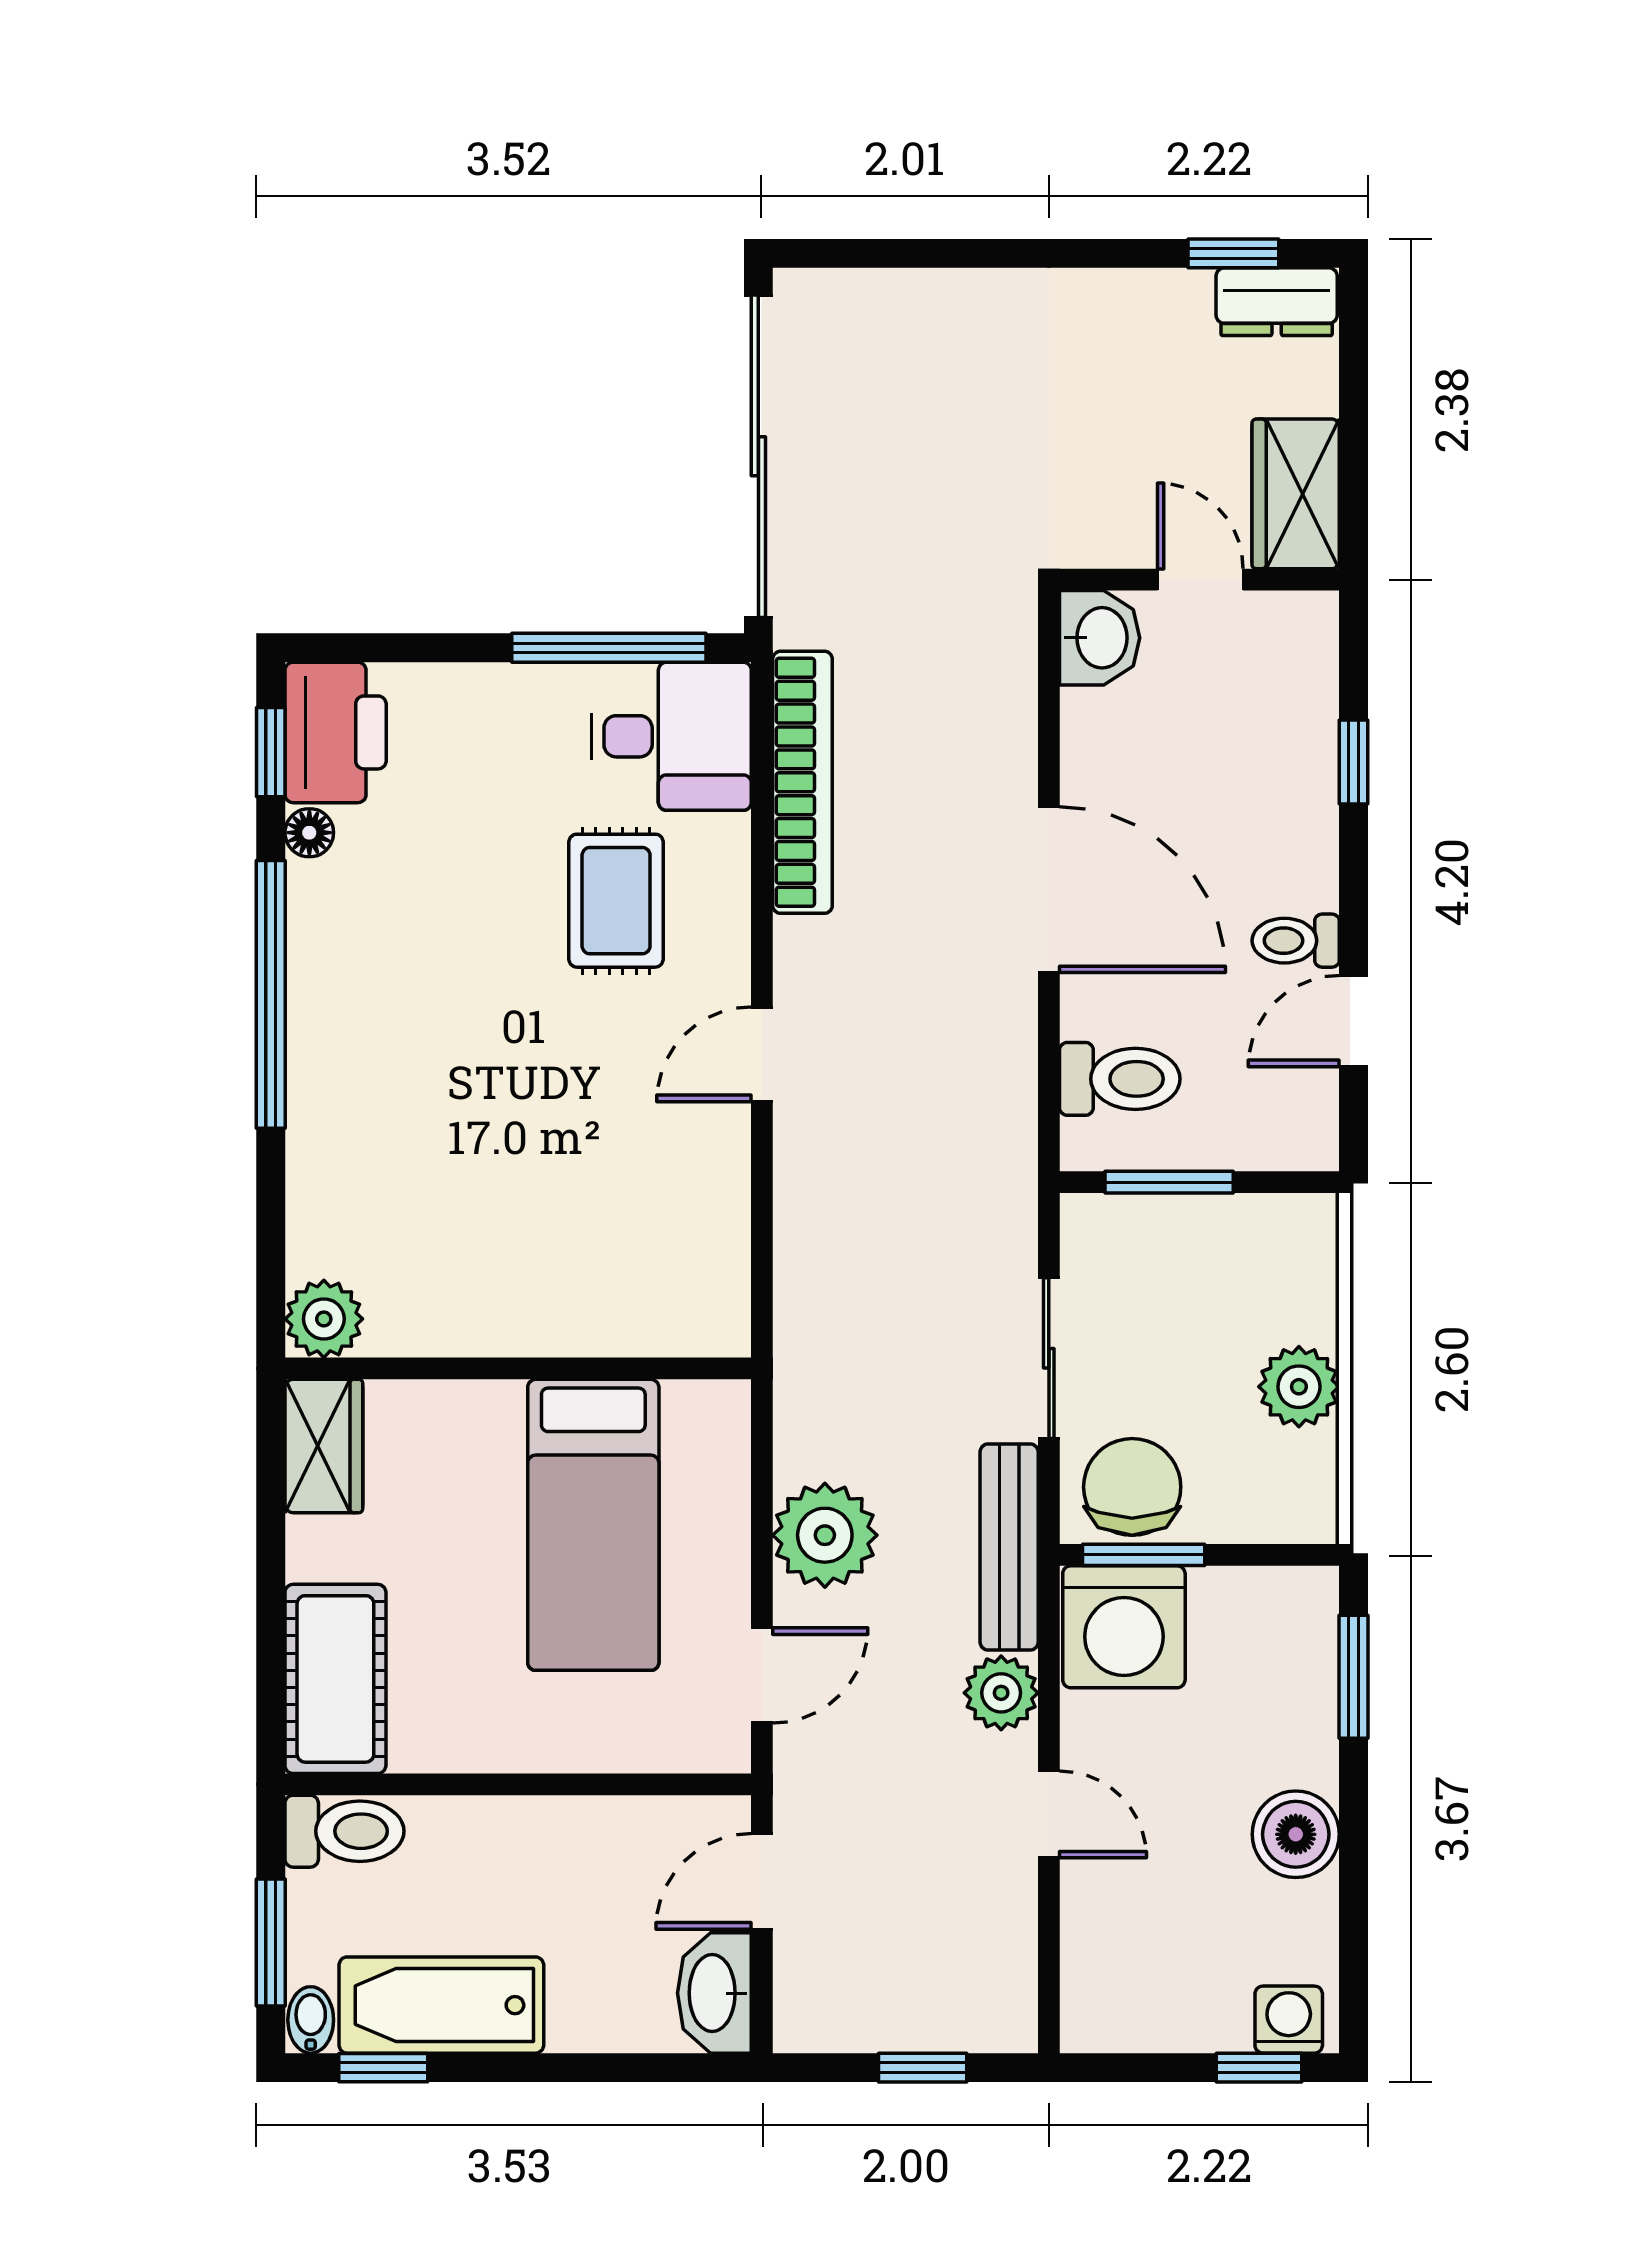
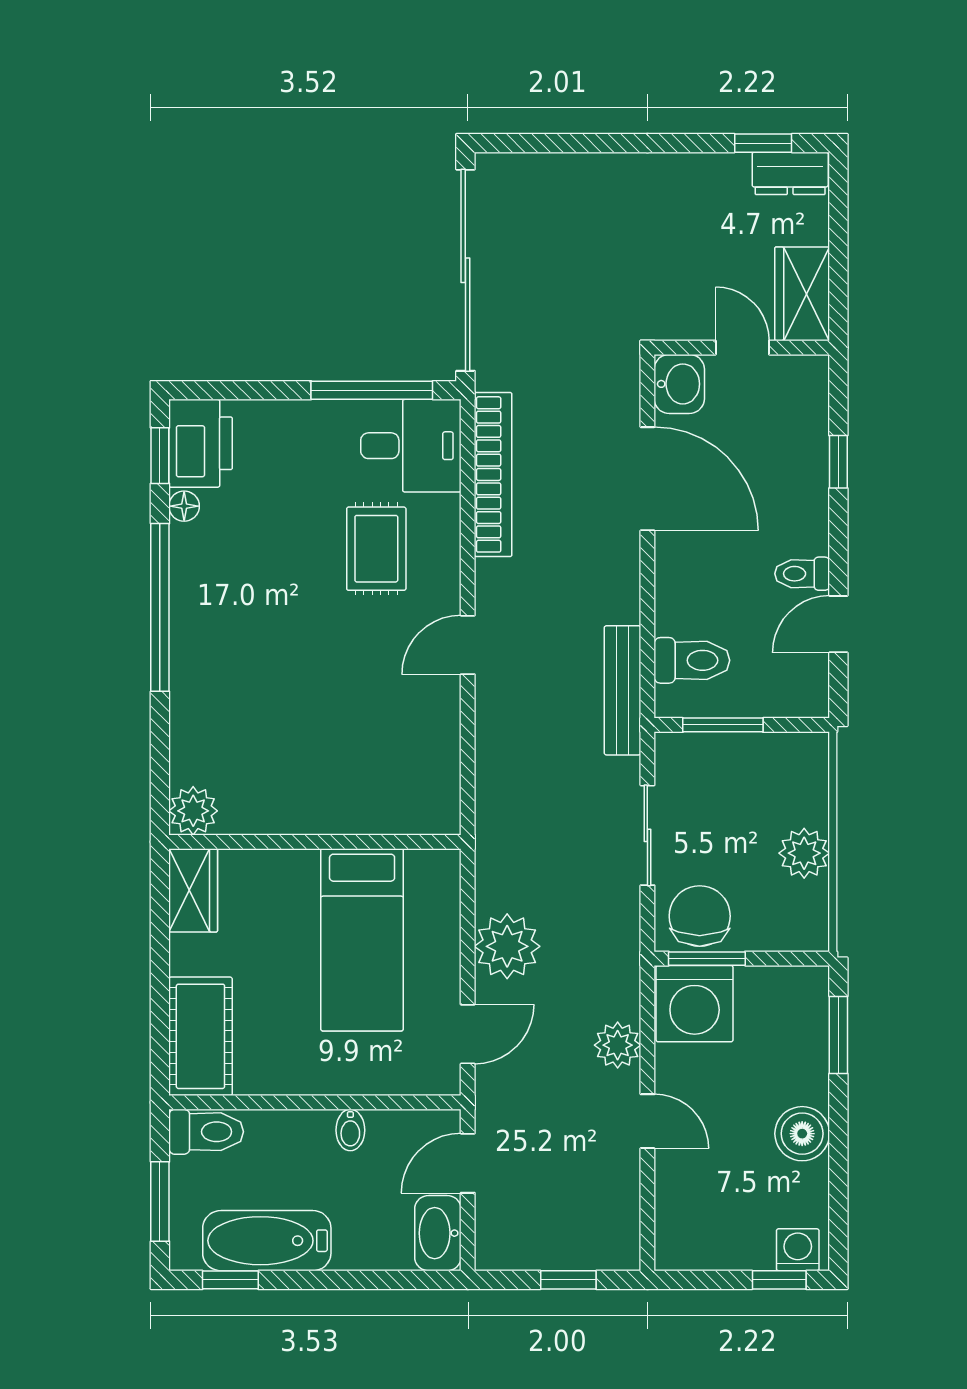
door: (1049, 890) -> (647, 479), moved
bench: (1009, 1547) -> (623, 690), moved
bidet: (311, 2020) -> (350, 1130), moved, turned 180

